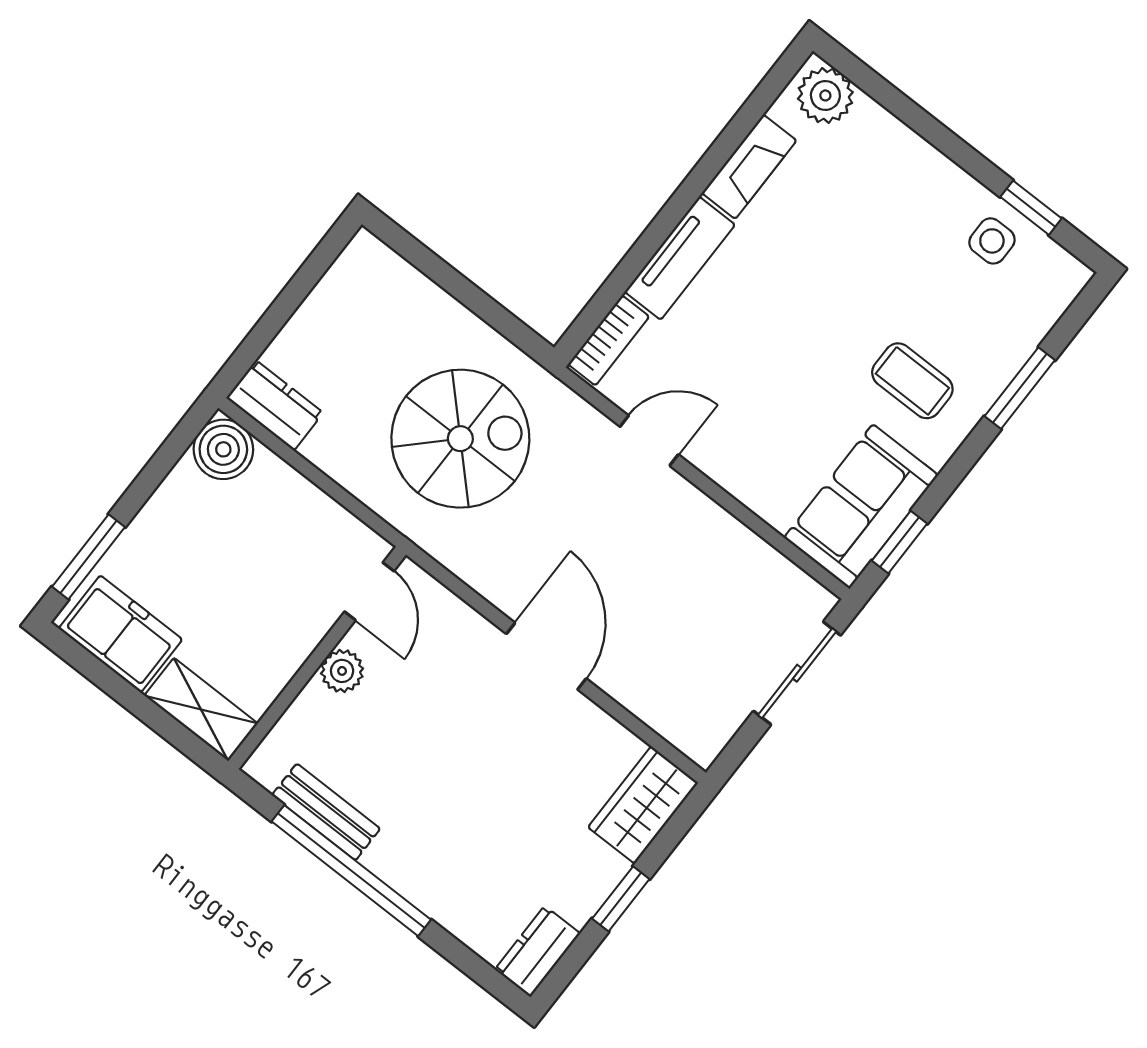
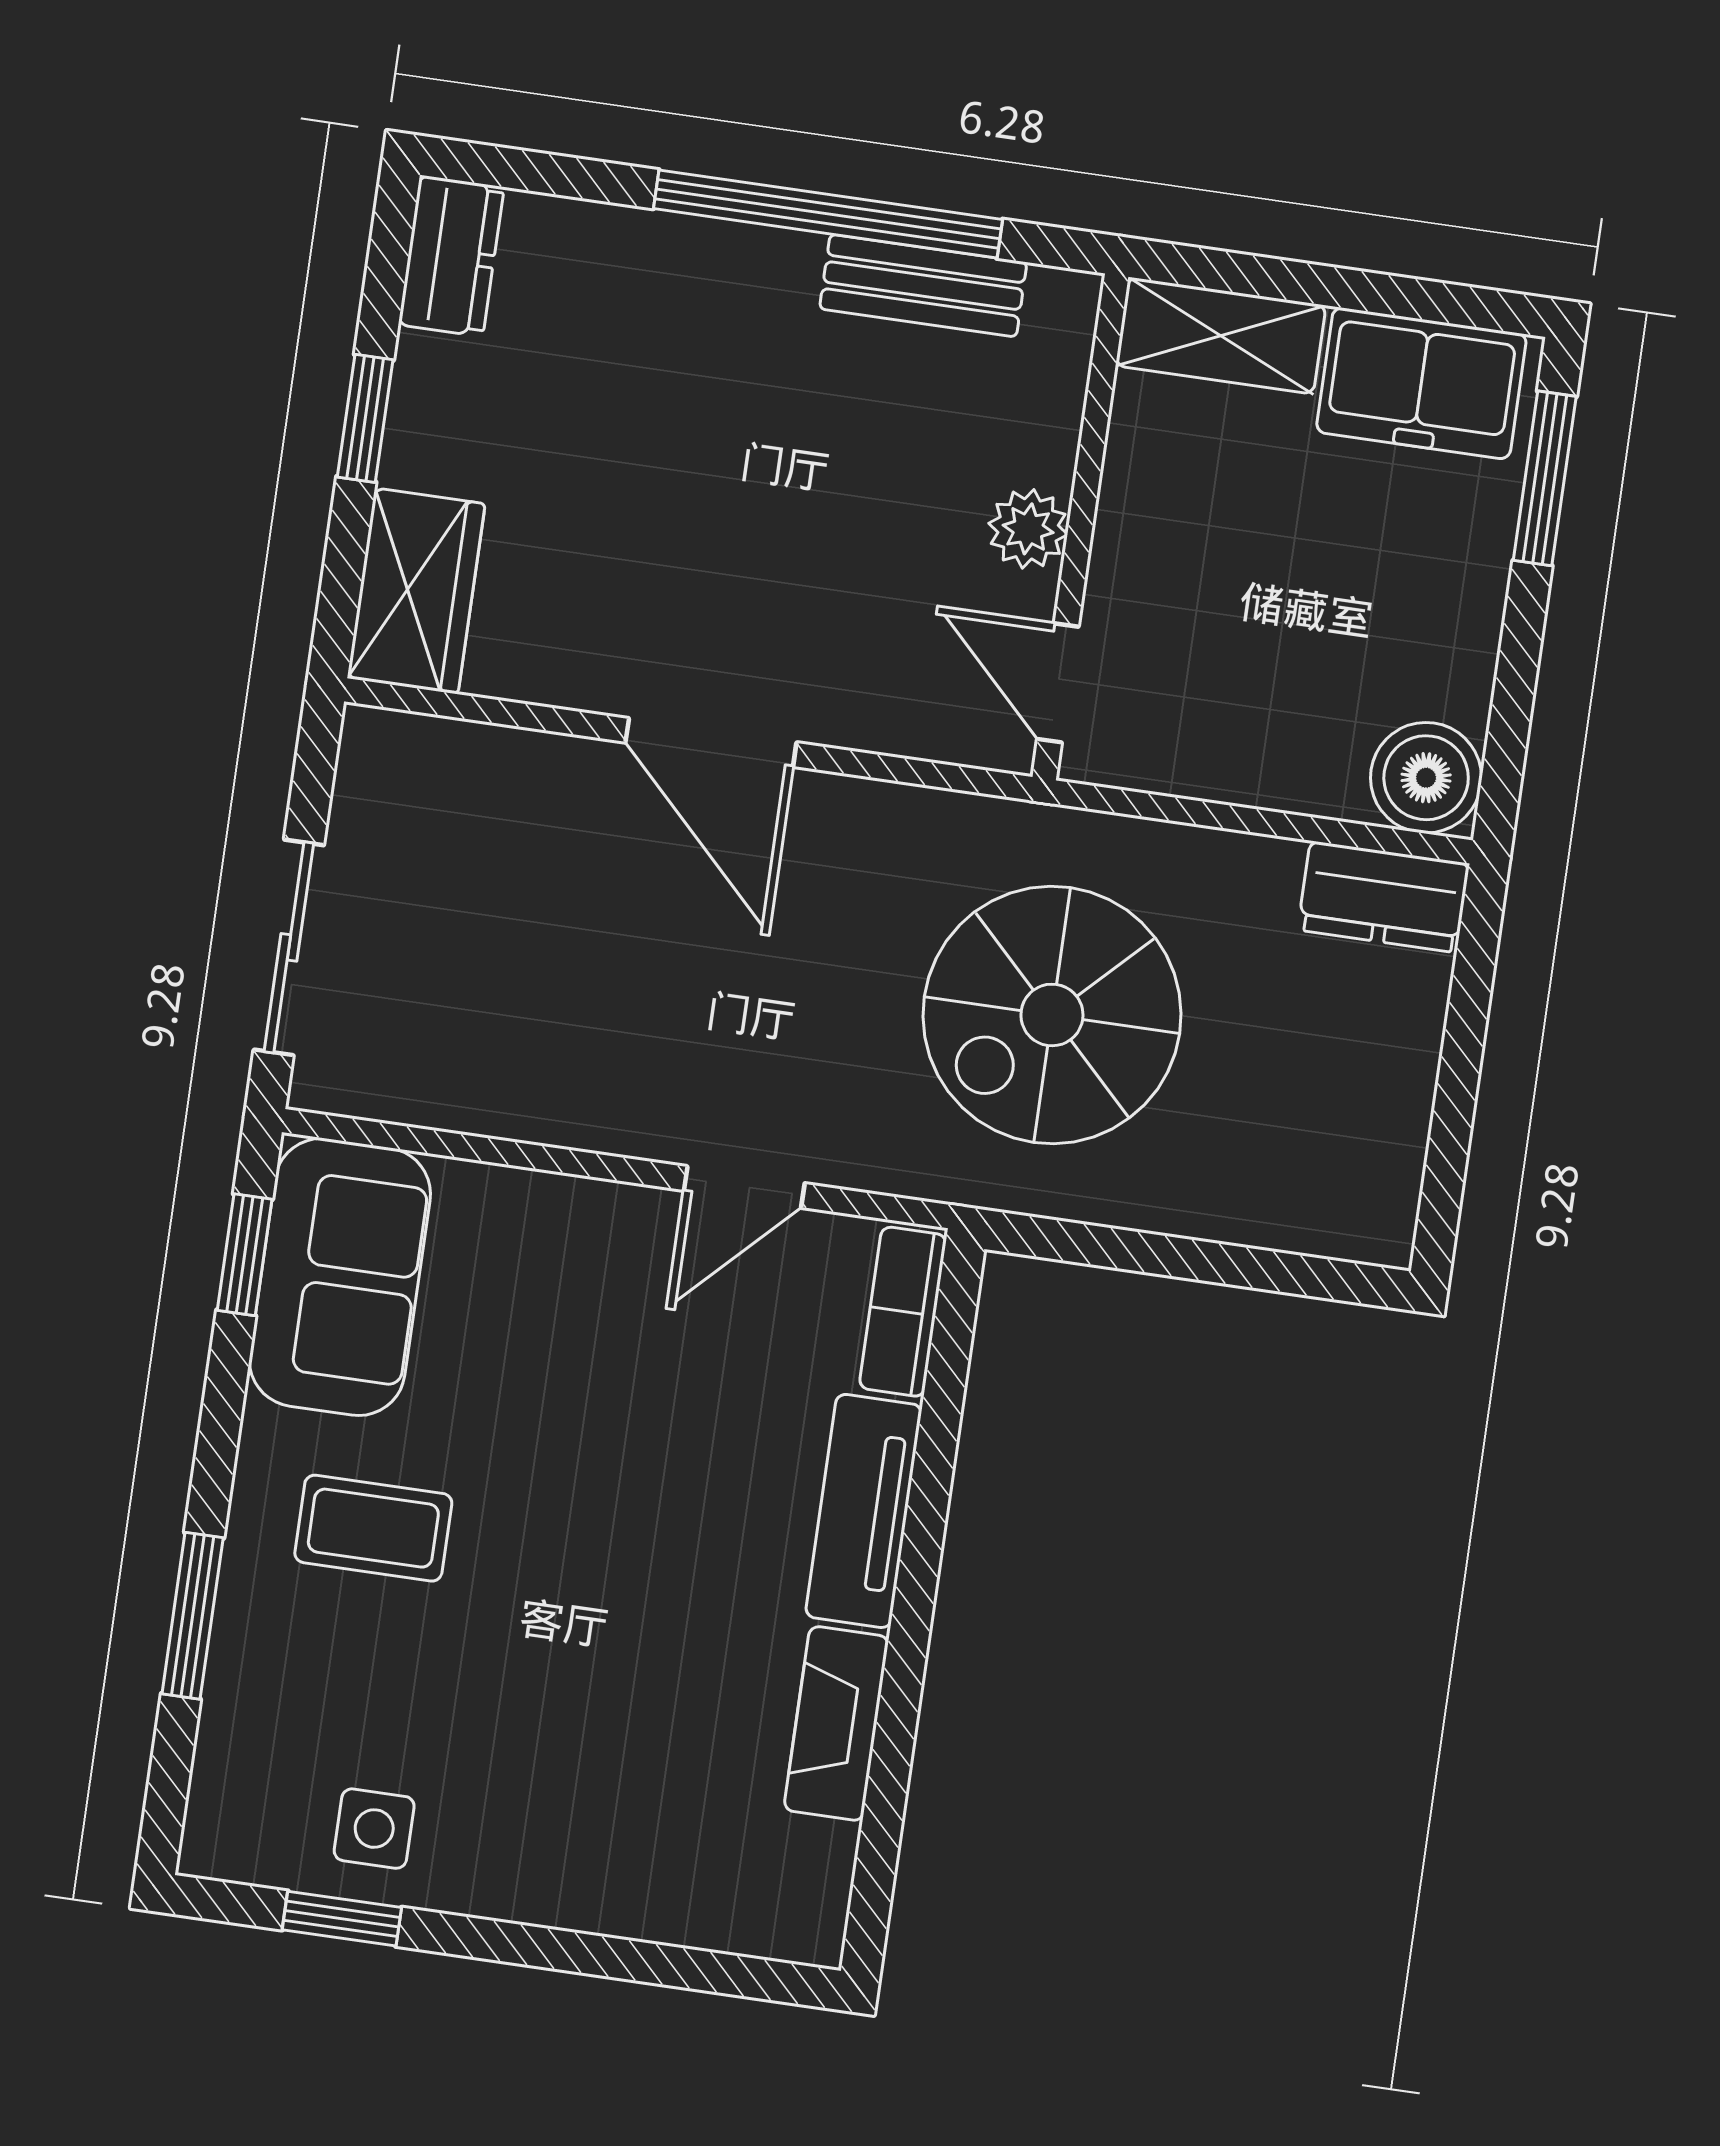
plant: (825, 95) -> (779, 1910), removed

